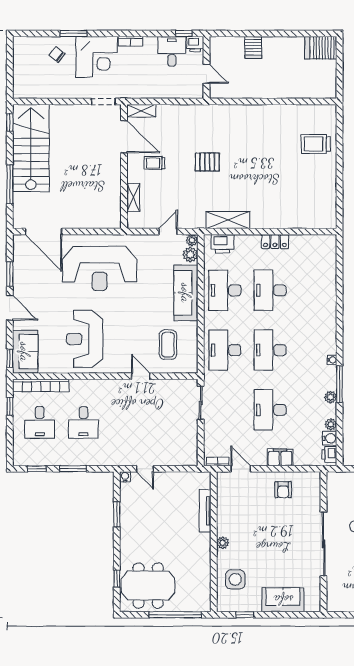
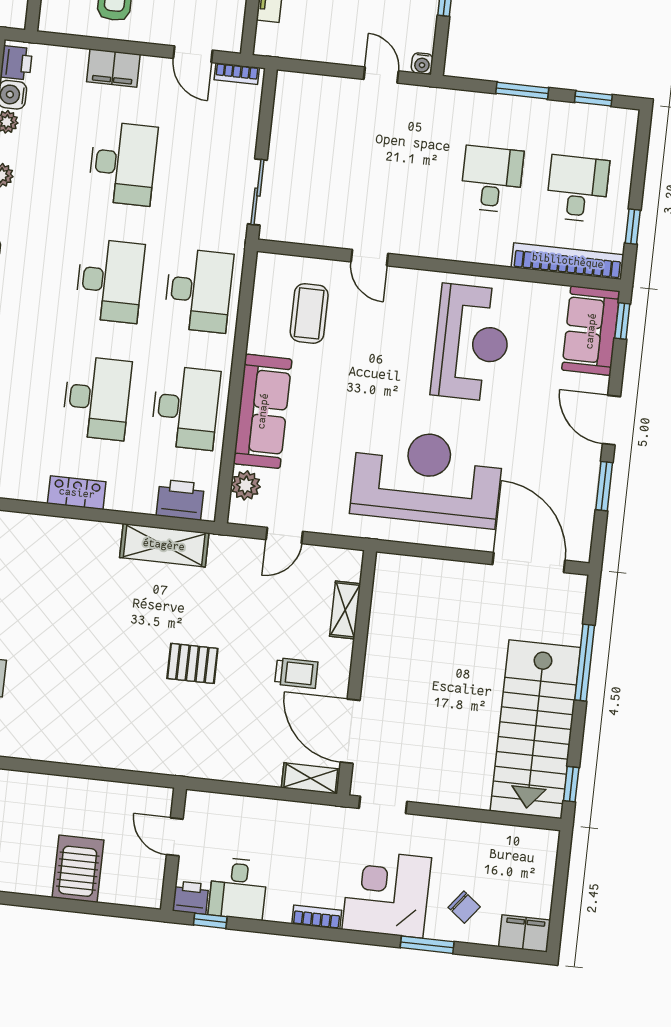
filing cabinet: (25, 45) -> (525, 933), added
server rack: (253, 47) -> (78, 869), width x1.36, depth x1.44
plant: (192, 240) -> (239, 513), removed

